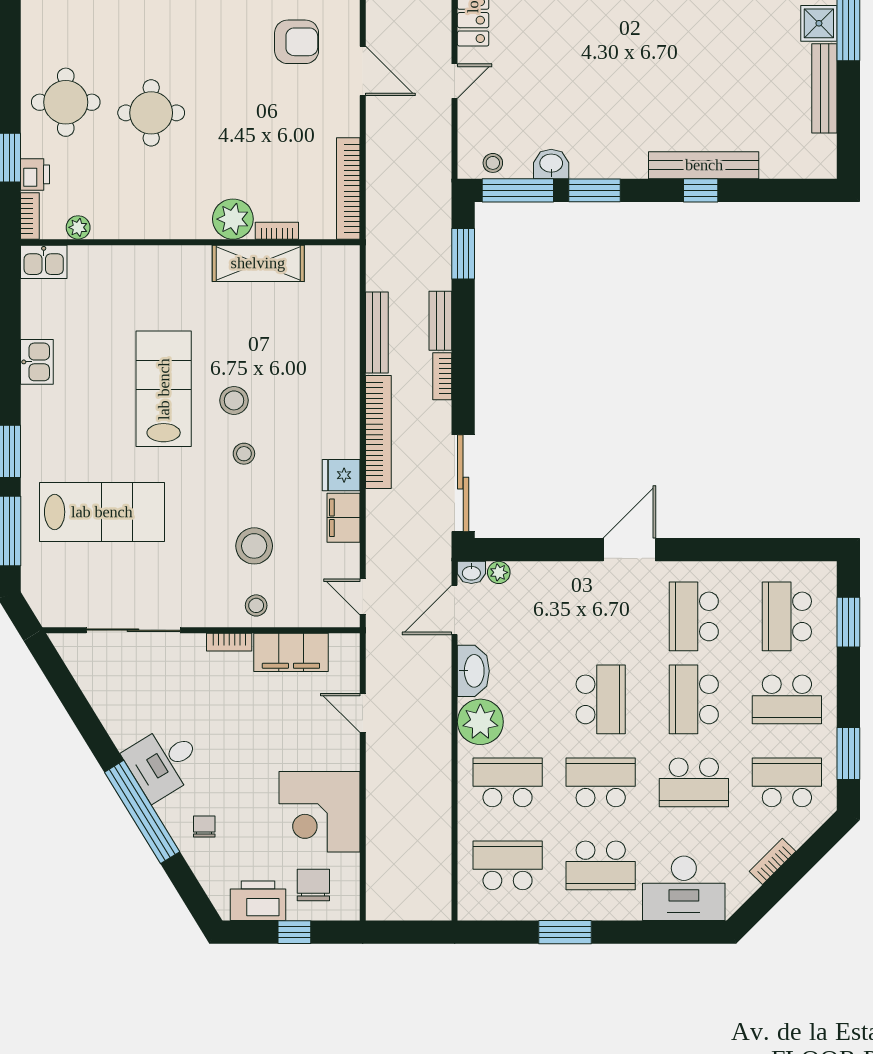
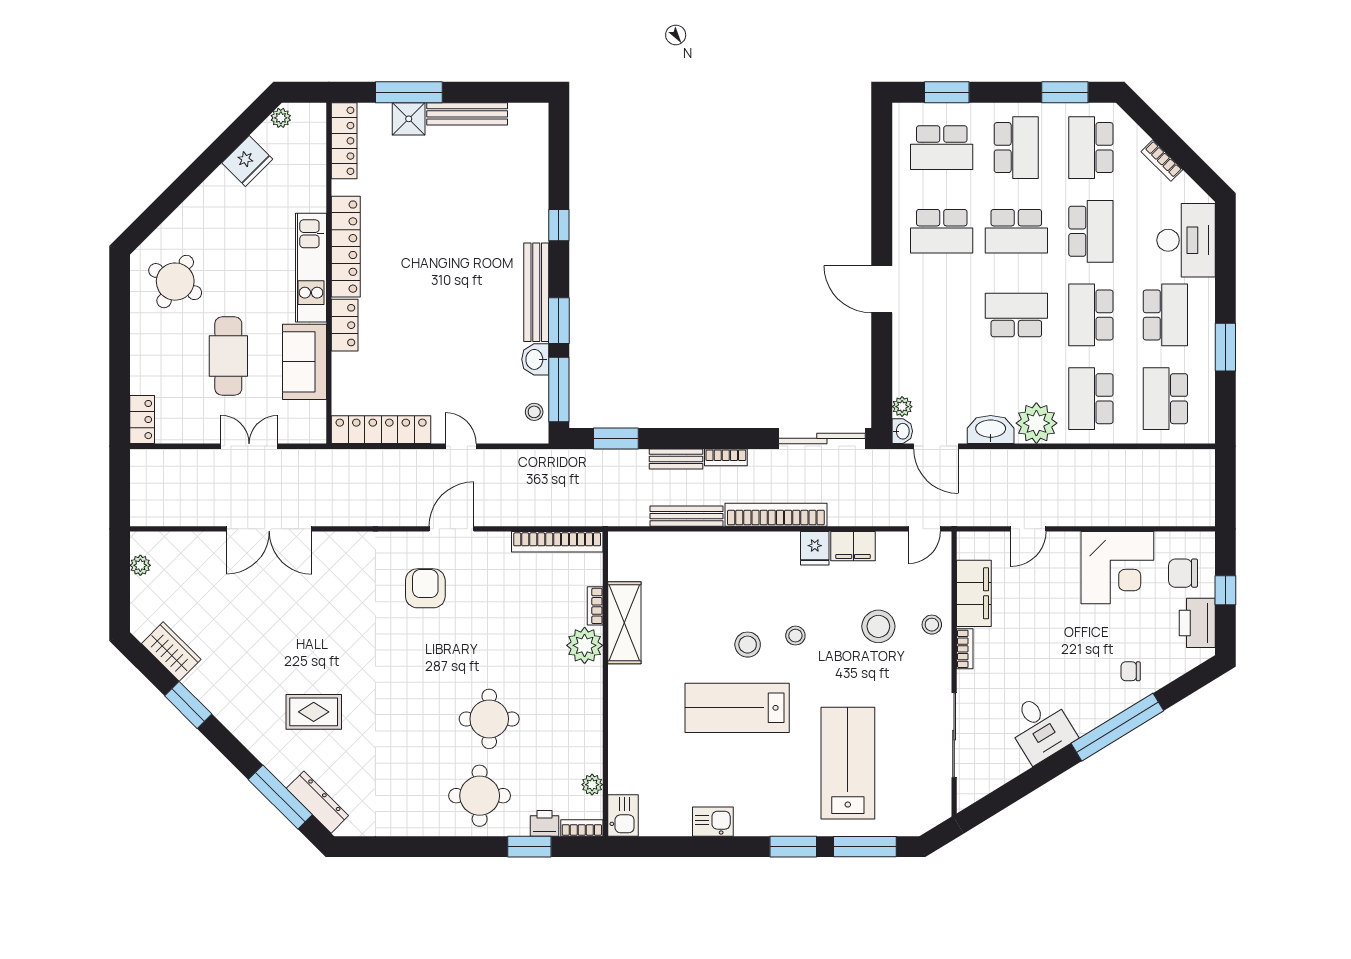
bench: (704, 165) -> (536, 292), moved
desk: (163, 762) -> (1041, 727), moved

